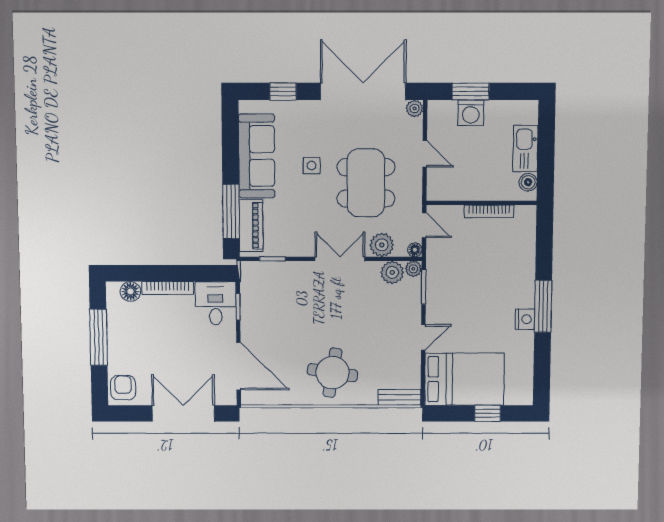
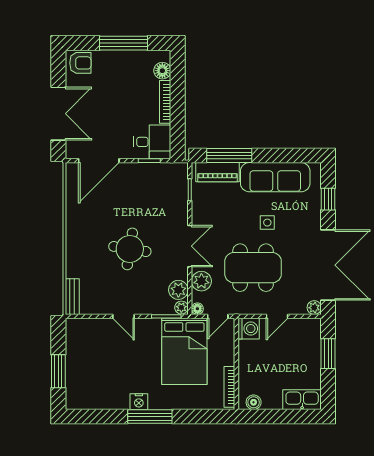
washing machine: (471, 113) -> (249, 329), moved, turned 180
kitchen sink: (525, 148) -> (302, 400), moved
bookcase: (489, 211) -> (229, 387), moved
round table: (332, 373) -> (130, 249), moved
bed: (464, 379) -> (184, 351), moved
window: (488, 413) -> (58, 371), width x1.50

